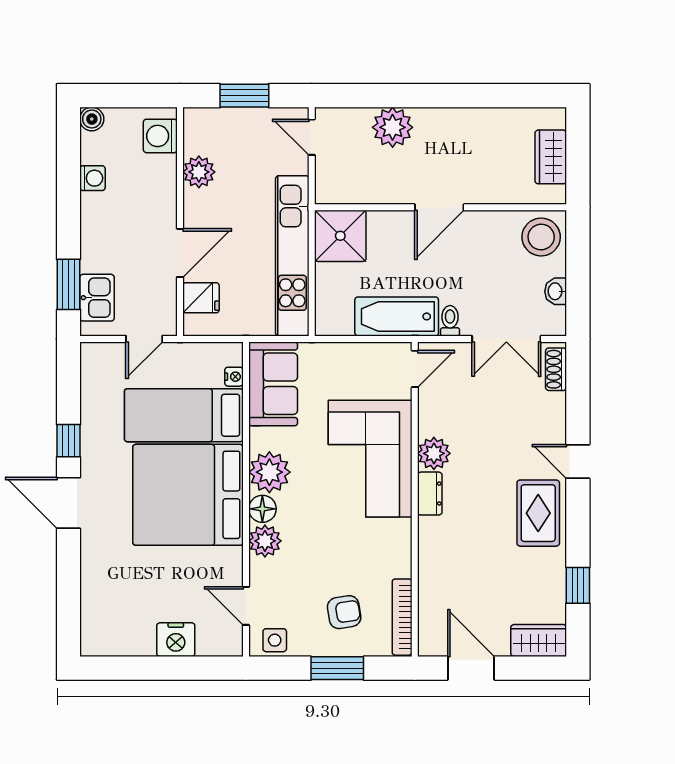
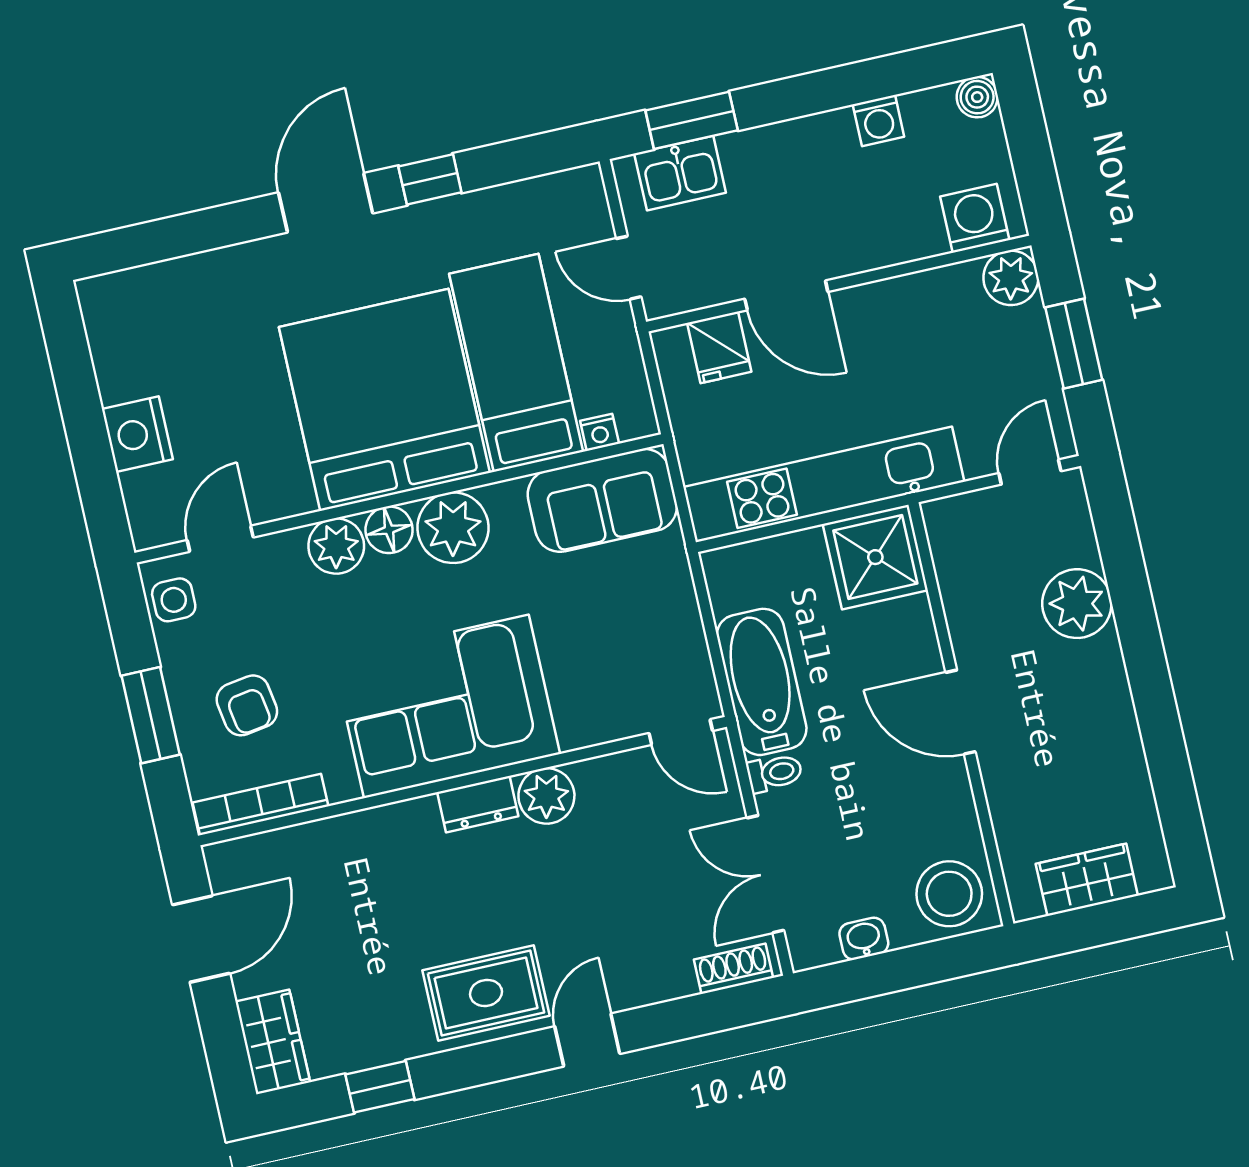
plant: (199, 172) -> (1011, 278), moved
corner sofa: (370, 459) -> (446, 706), moved

